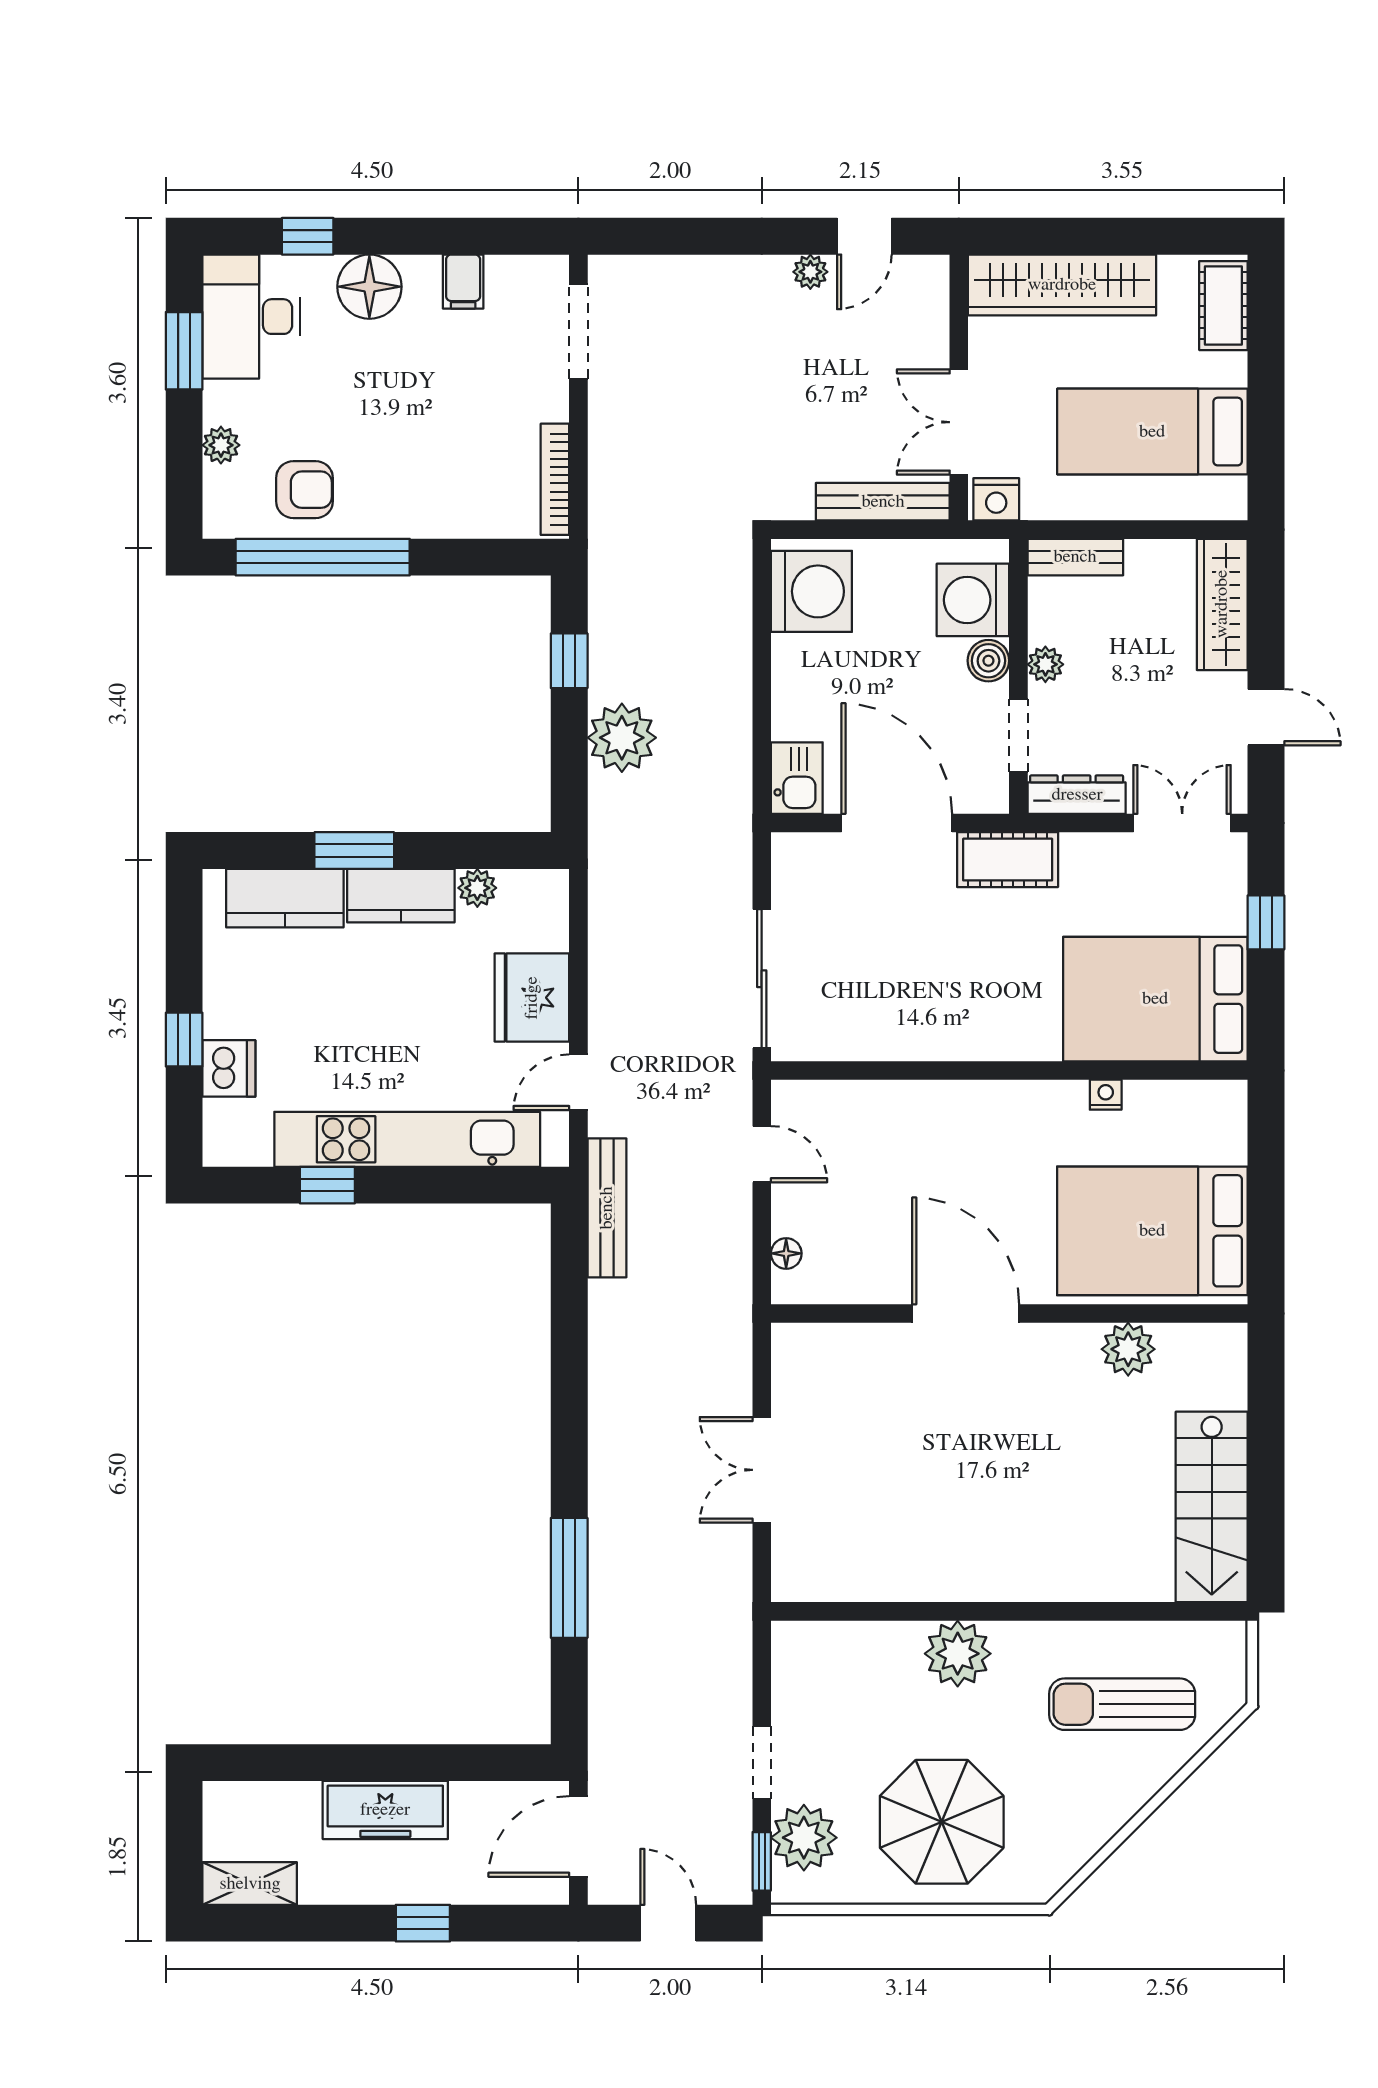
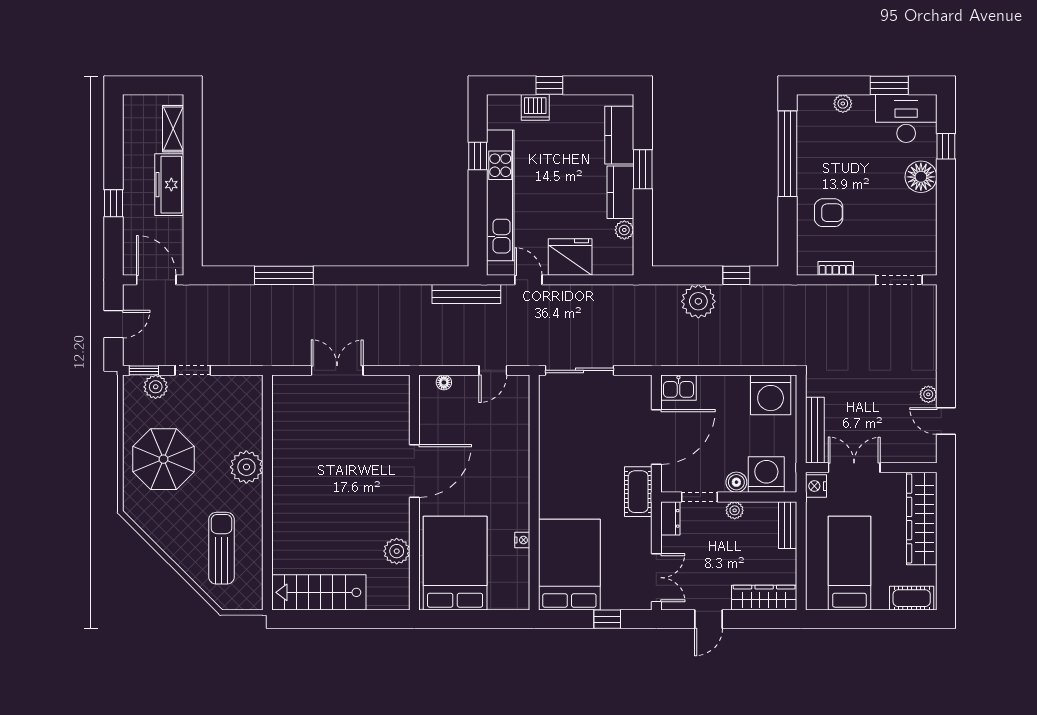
filing cabinet: (463, 282) -> (923, 223), removed
bookcase: (555, 479) -> (836, 268), width x0.64
armchair: (305, 490) -> (829, 213), moved, turned -90
dresser: (1077, 795) -> (670, 518), width x0.70
plant: (804, 1838) -> (156, 387), width x0.73, depth x0.73
shelving: (250, 1884) -> (173, 129), moved

